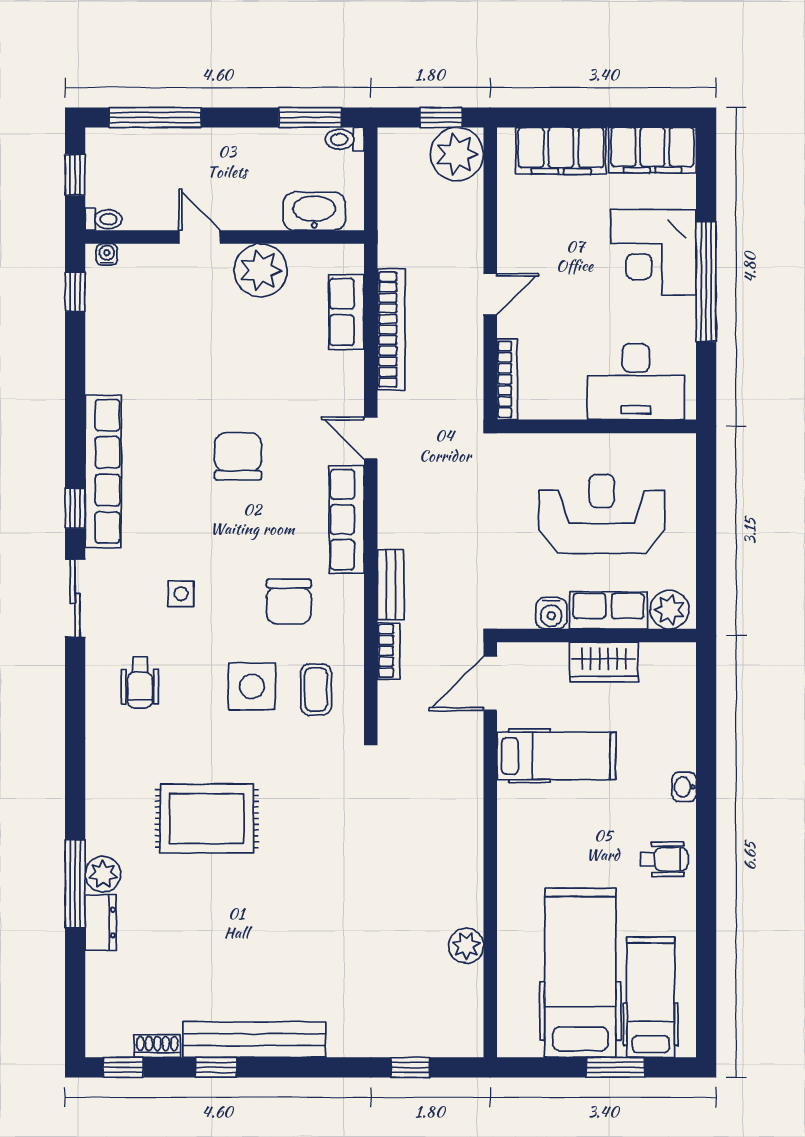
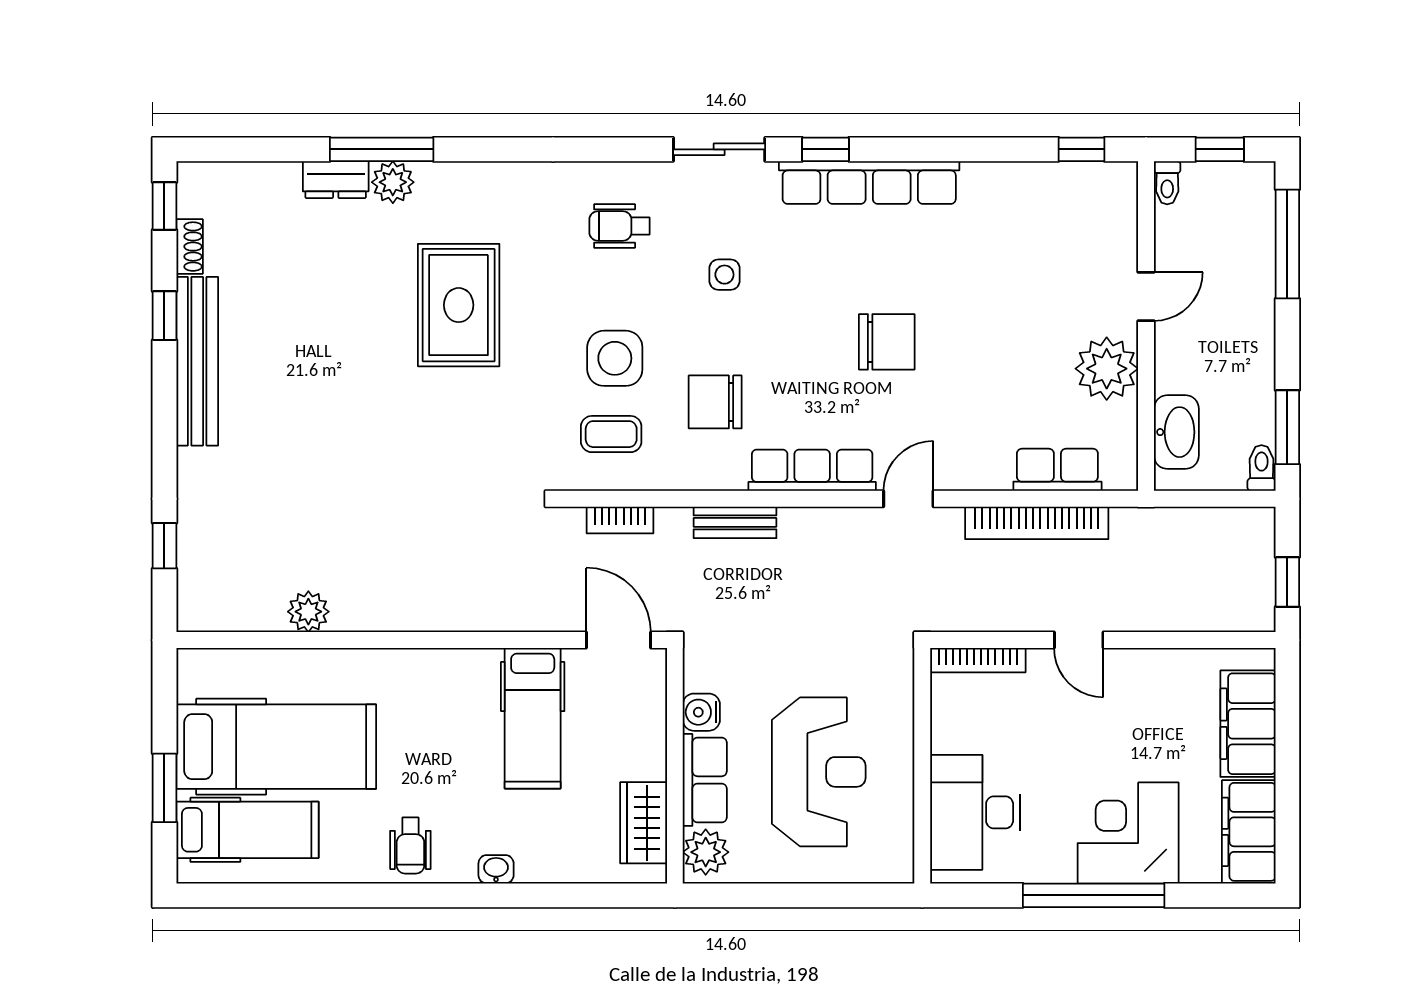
plant: (457, 154) -> (1244, 601), removed
water cooler: (107, 254) -> (1125, 187), removed
bookcase: (389, 651) -> (620, 520), moved
wardrobe: (604, 662) -> (644, 823), moved

